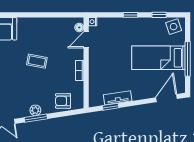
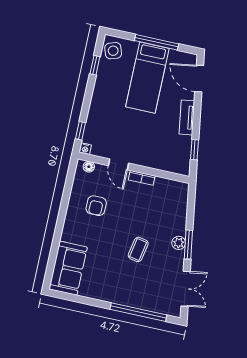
window: (131, 15) -> (81, 131), moved
door: (86, 40) -> (118, 164), moved
coffee table: (37, 61) -> (138, 249), moved
tv unit: (118, 98) -> (187, 117), moved
armchair: (63, 101) -> (96, 206), moved

